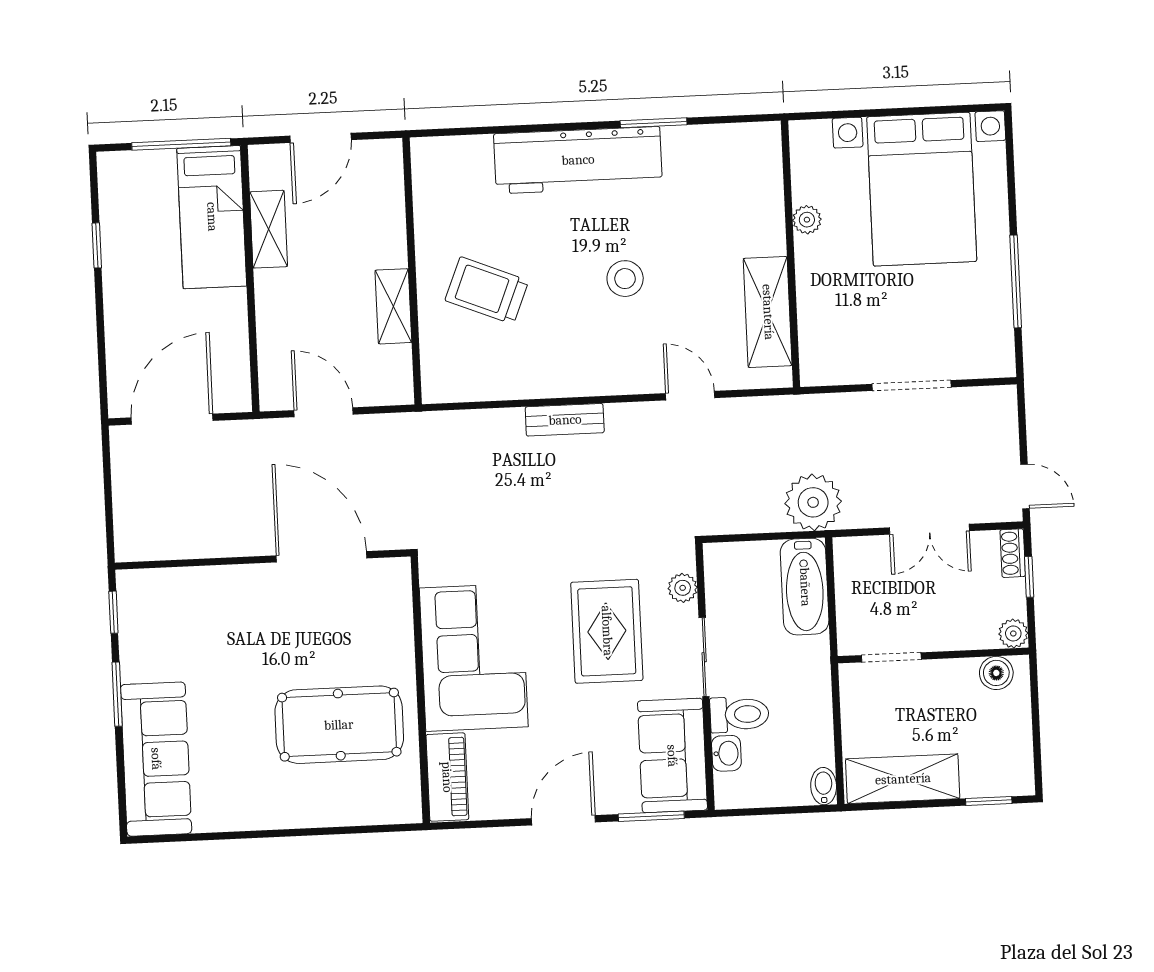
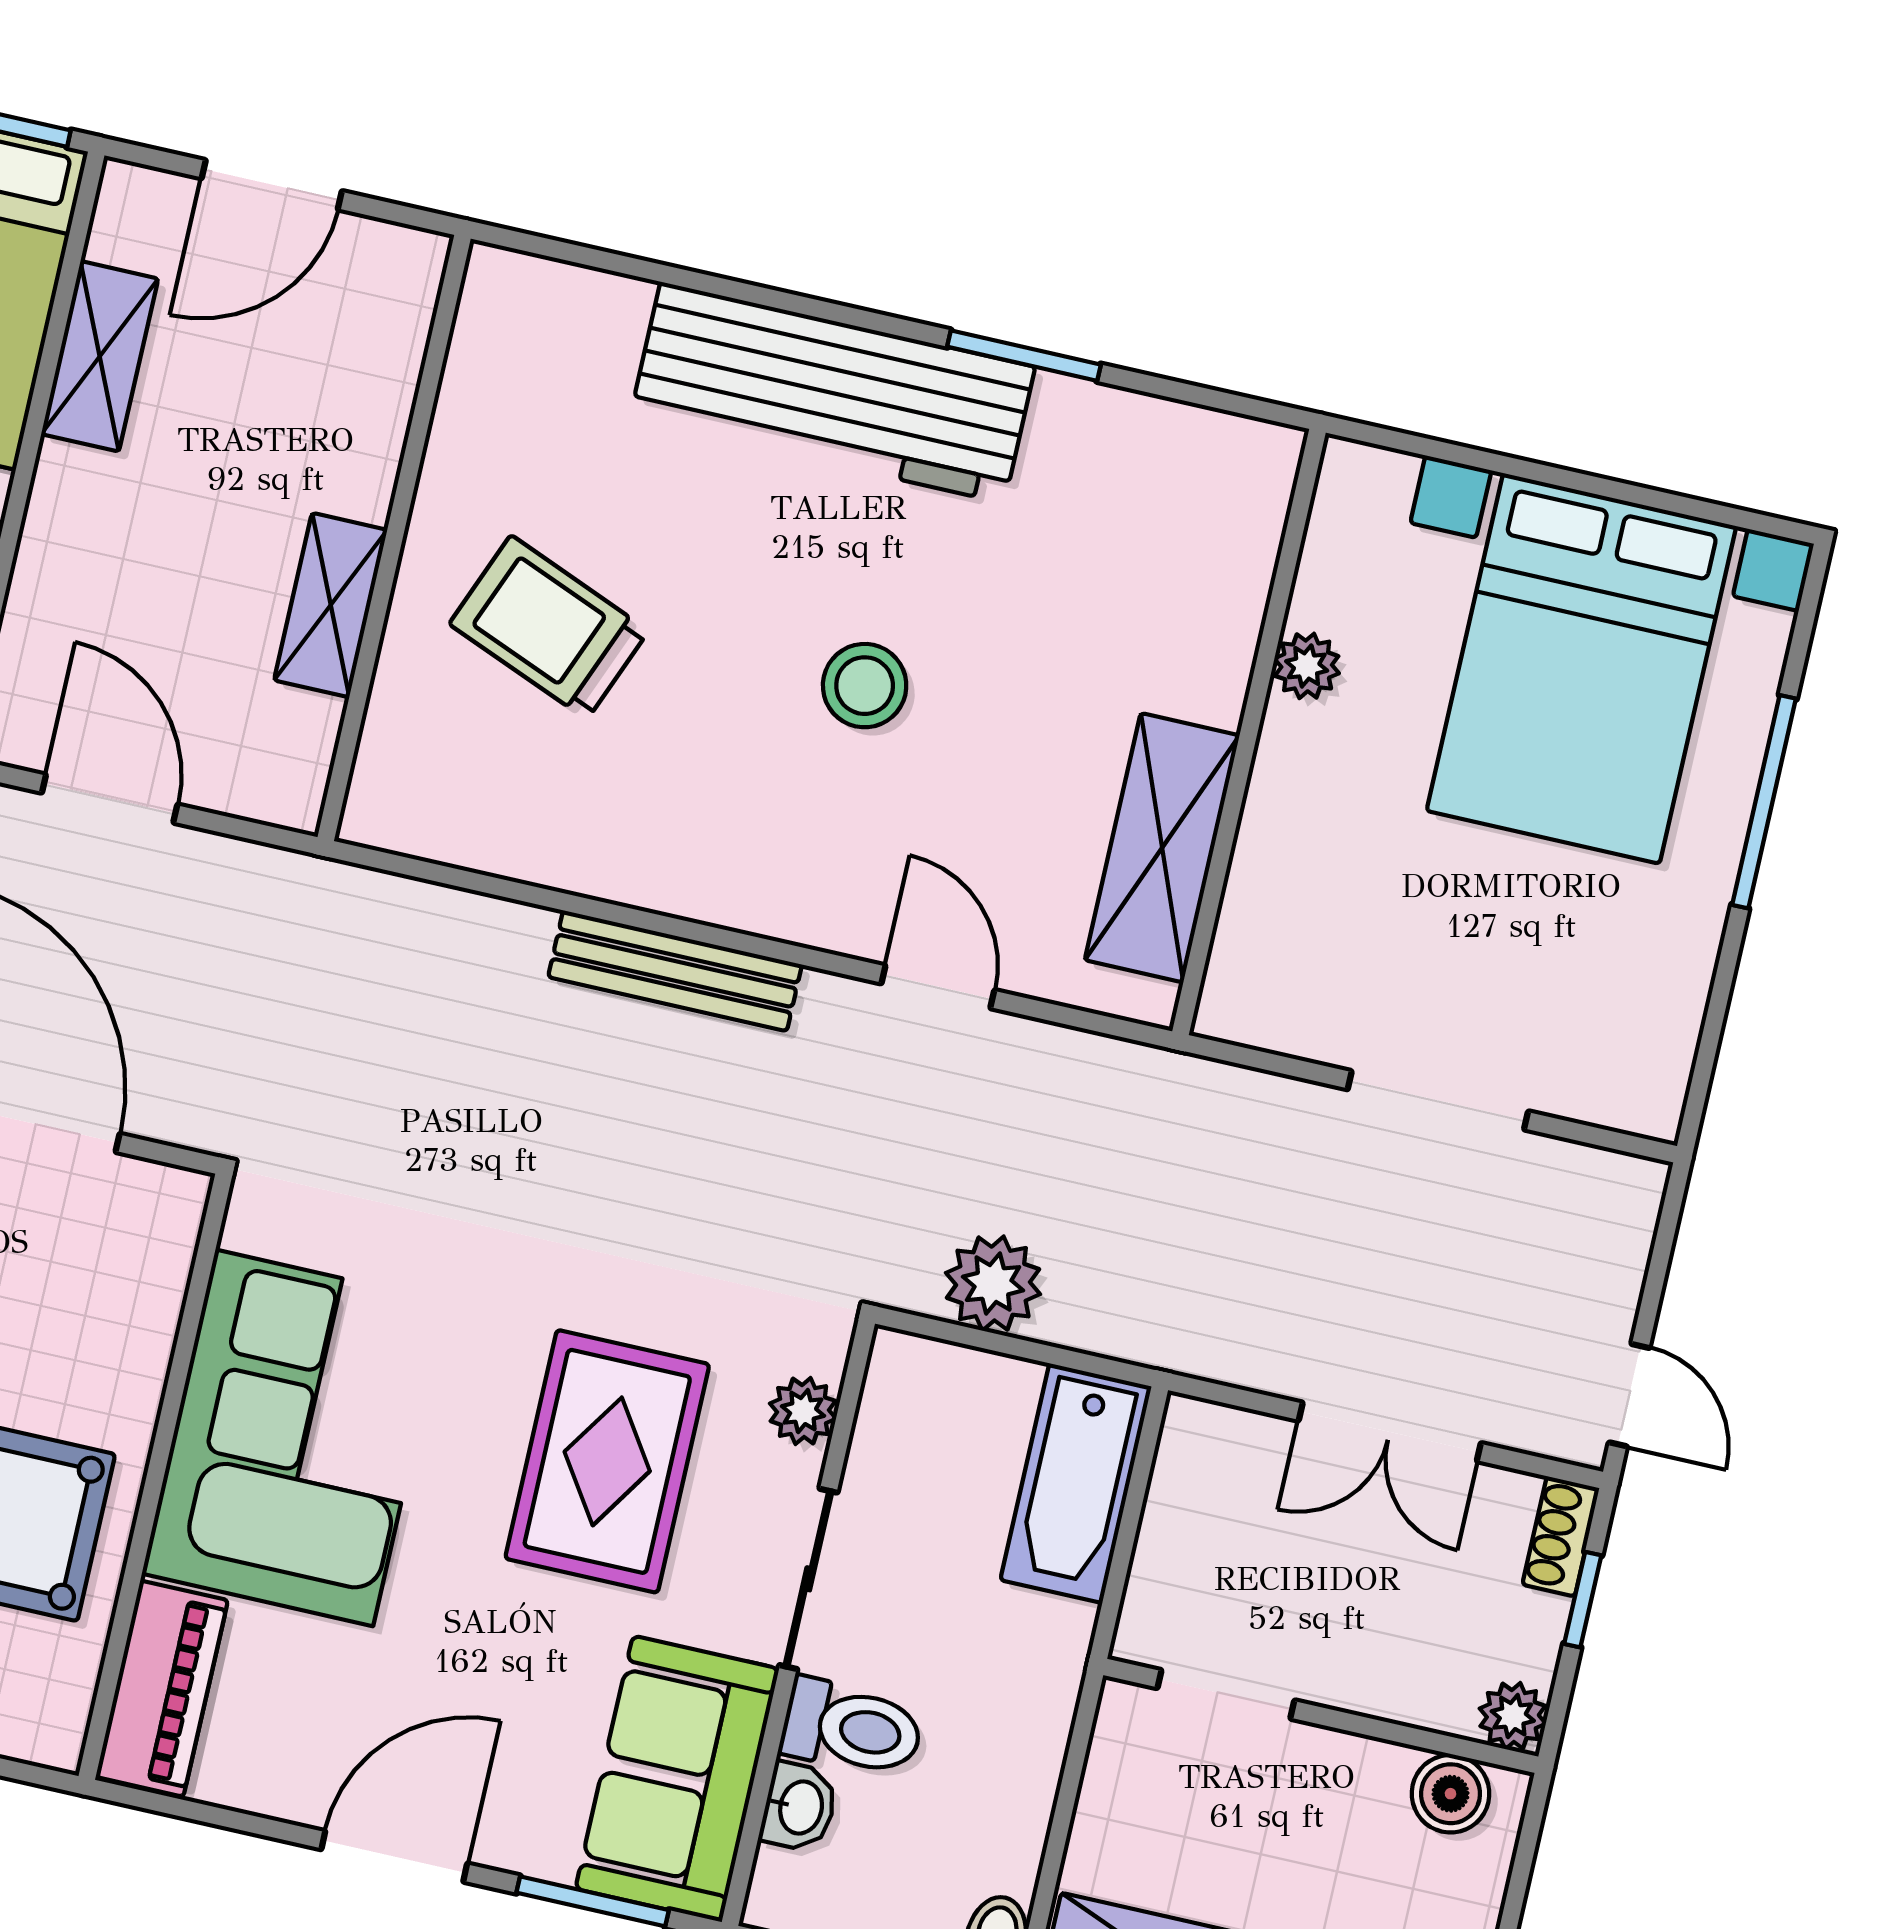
window: (1016, 281) -> (1764, 802), moved
bench: (565, 420) -> (675, 971), width x1.36
plant: (813, 502) -> (993, 1284), moved, width x0.73, depth x0.73

